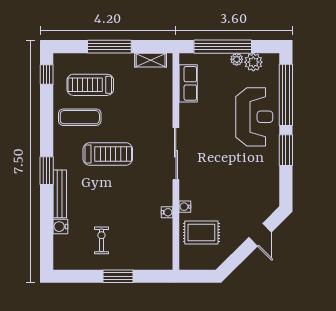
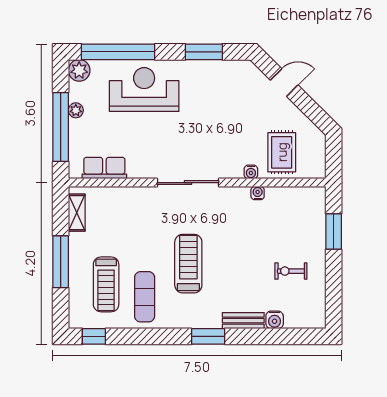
plant: (253, 62) -> (79, 70), moved
window: (286, 150) -> (204, 52), moved
bench: (60, 194) -> (243, 321), width x0.73
window: (118, 276) -> (334, 231), moved

